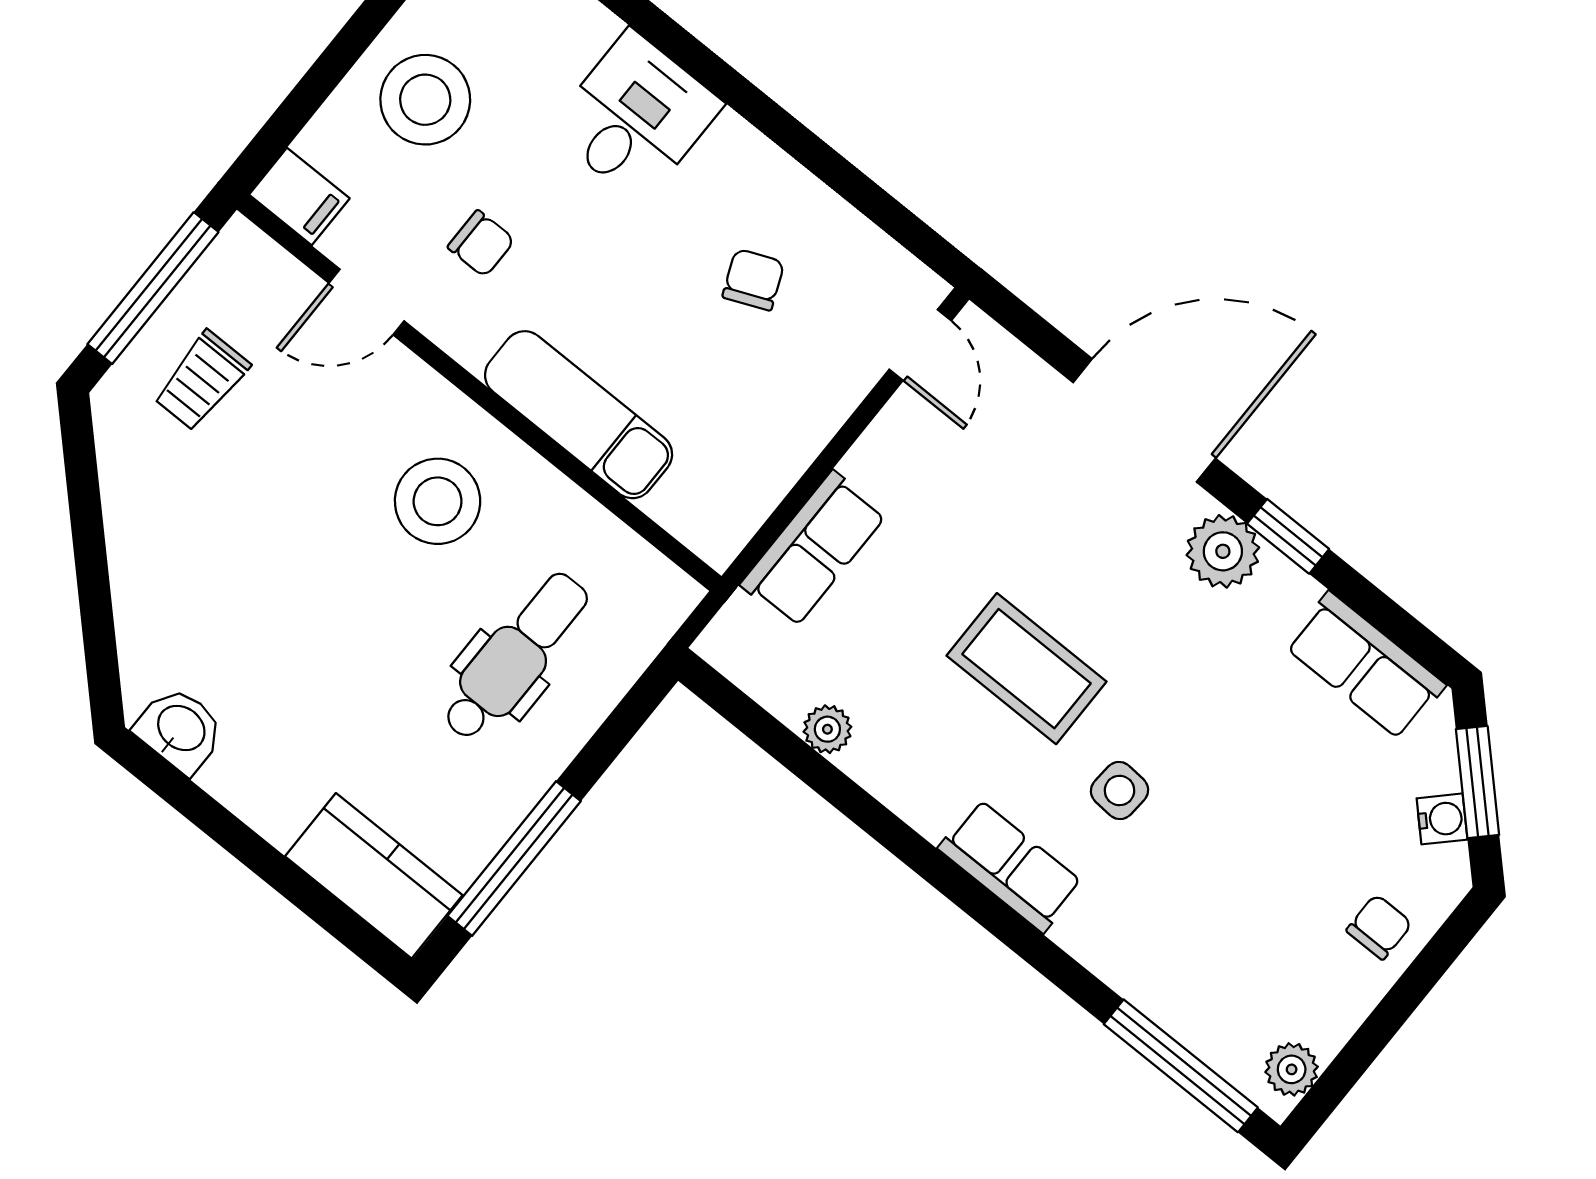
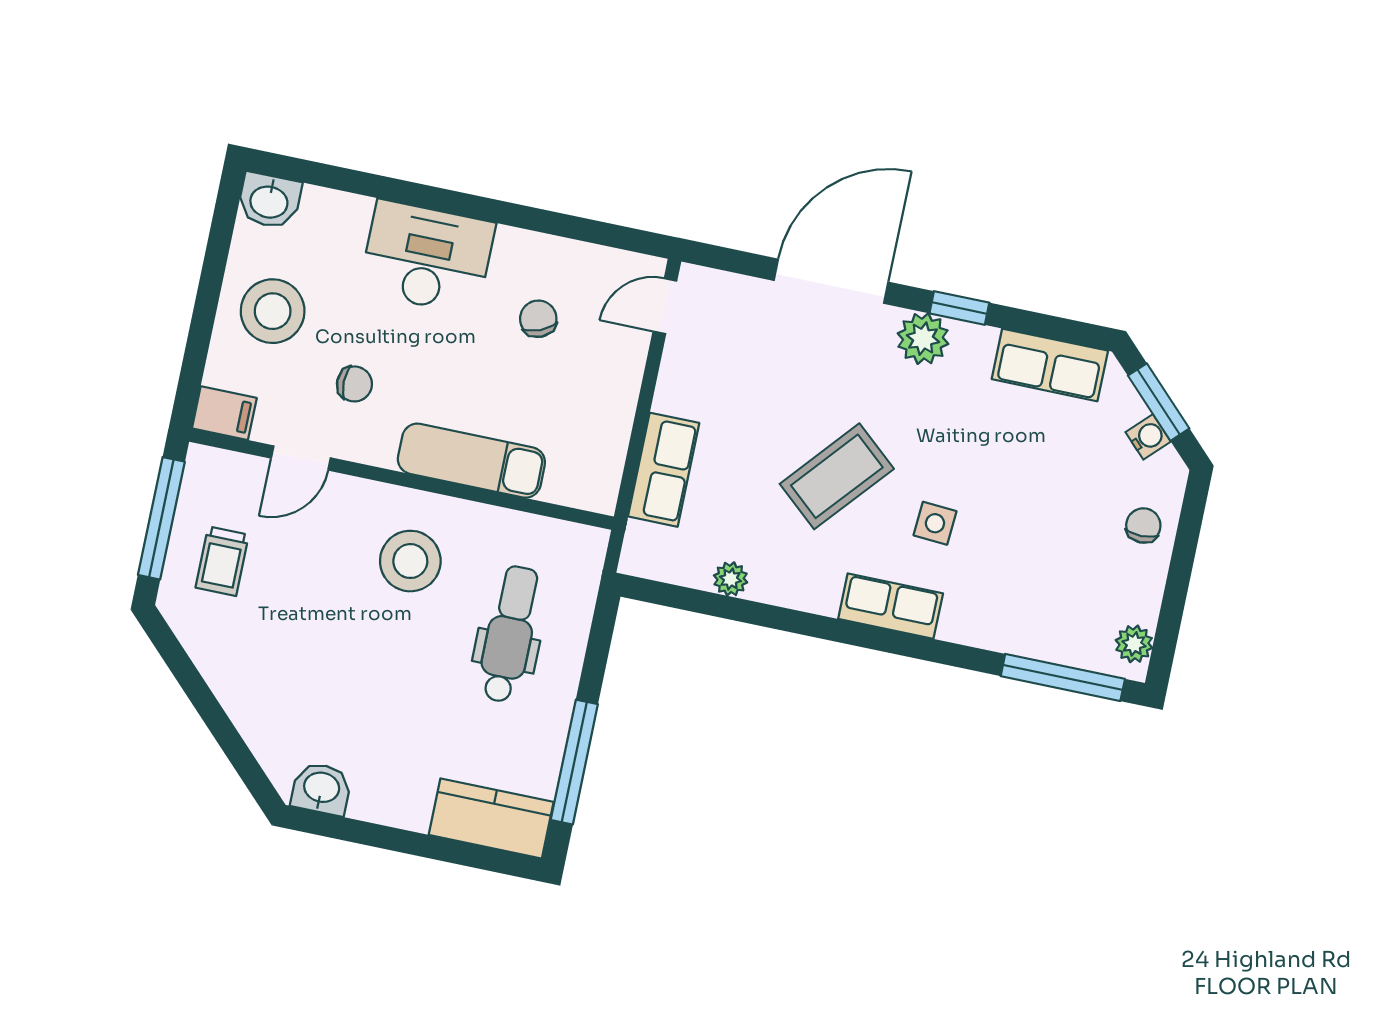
desk: (635, 117) -> (427, 257), width x1.37
door: (920, 345) -> (665, 306), swing flipped
coffee table: (1027, 669) -> (837, 476), turned -49

